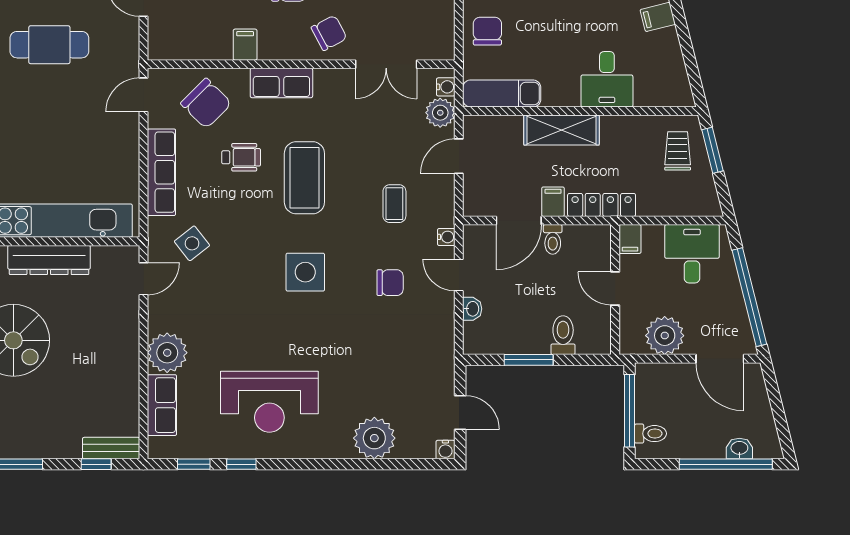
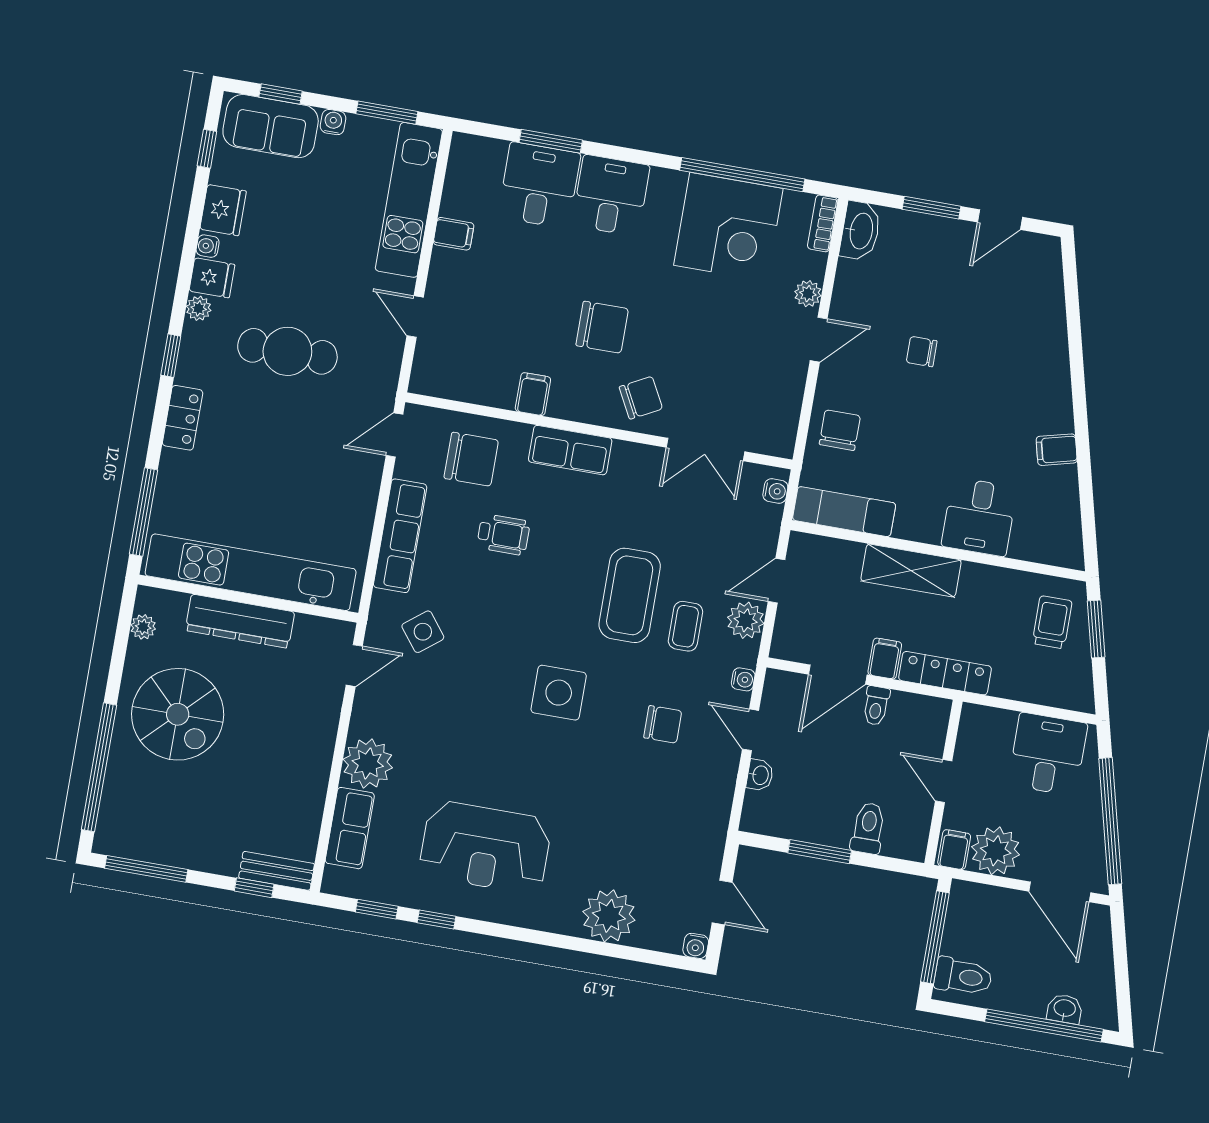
chair: (206, 103) -> (471, 459), turned -45
plant: (440, 113) -> (746, 620), moved
coffee table: (304, 178) -> (630, 595), moved
filing cabinet: (630, 239) -> (954, 850), moved, turned 180
toilet: (650, 434) -> (963, 976), width x1.37, depth x1.39

